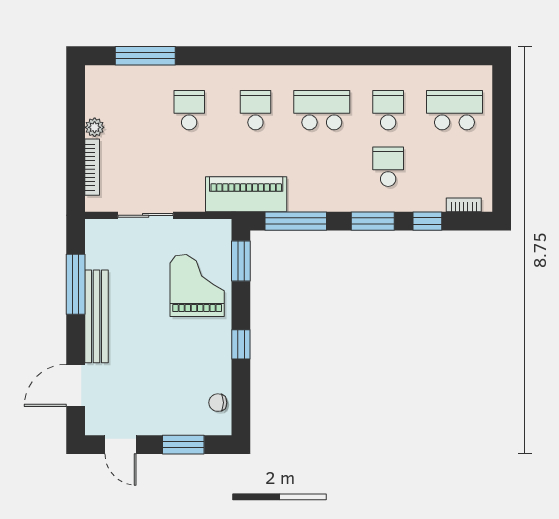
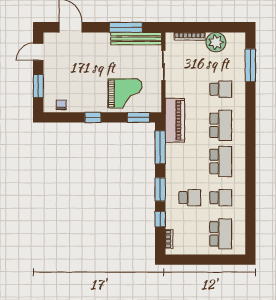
school desk: (255, 110) -> (221, 125), width x1.85
plant: (95, 127) -> (216, 42), width x1.88, depth x1.88
bench: (97, 316) -> (136, 39), moved

